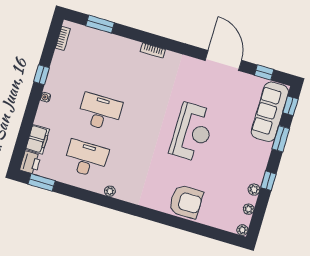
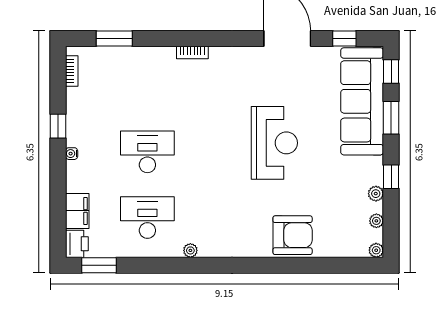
sofa: (270, 112) -> (362, 101), width x1.36, depth x1.27

